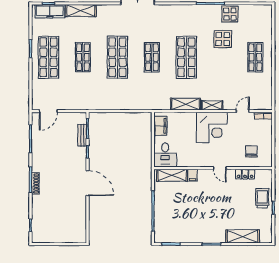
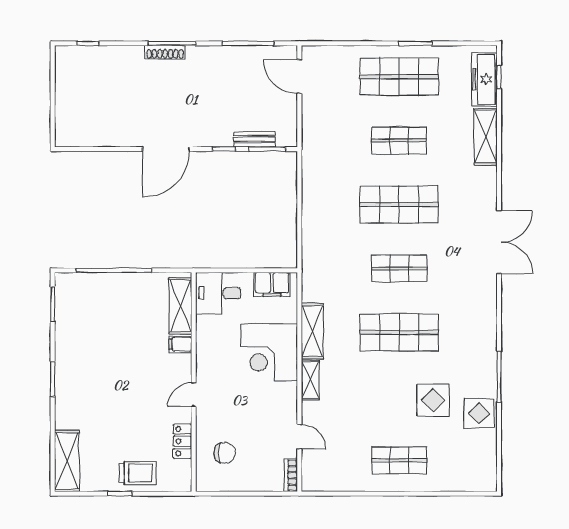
corner desk: (212, 127) -> (269, 352), moved
shelving: (243, 236) -> (67, 461), moved

